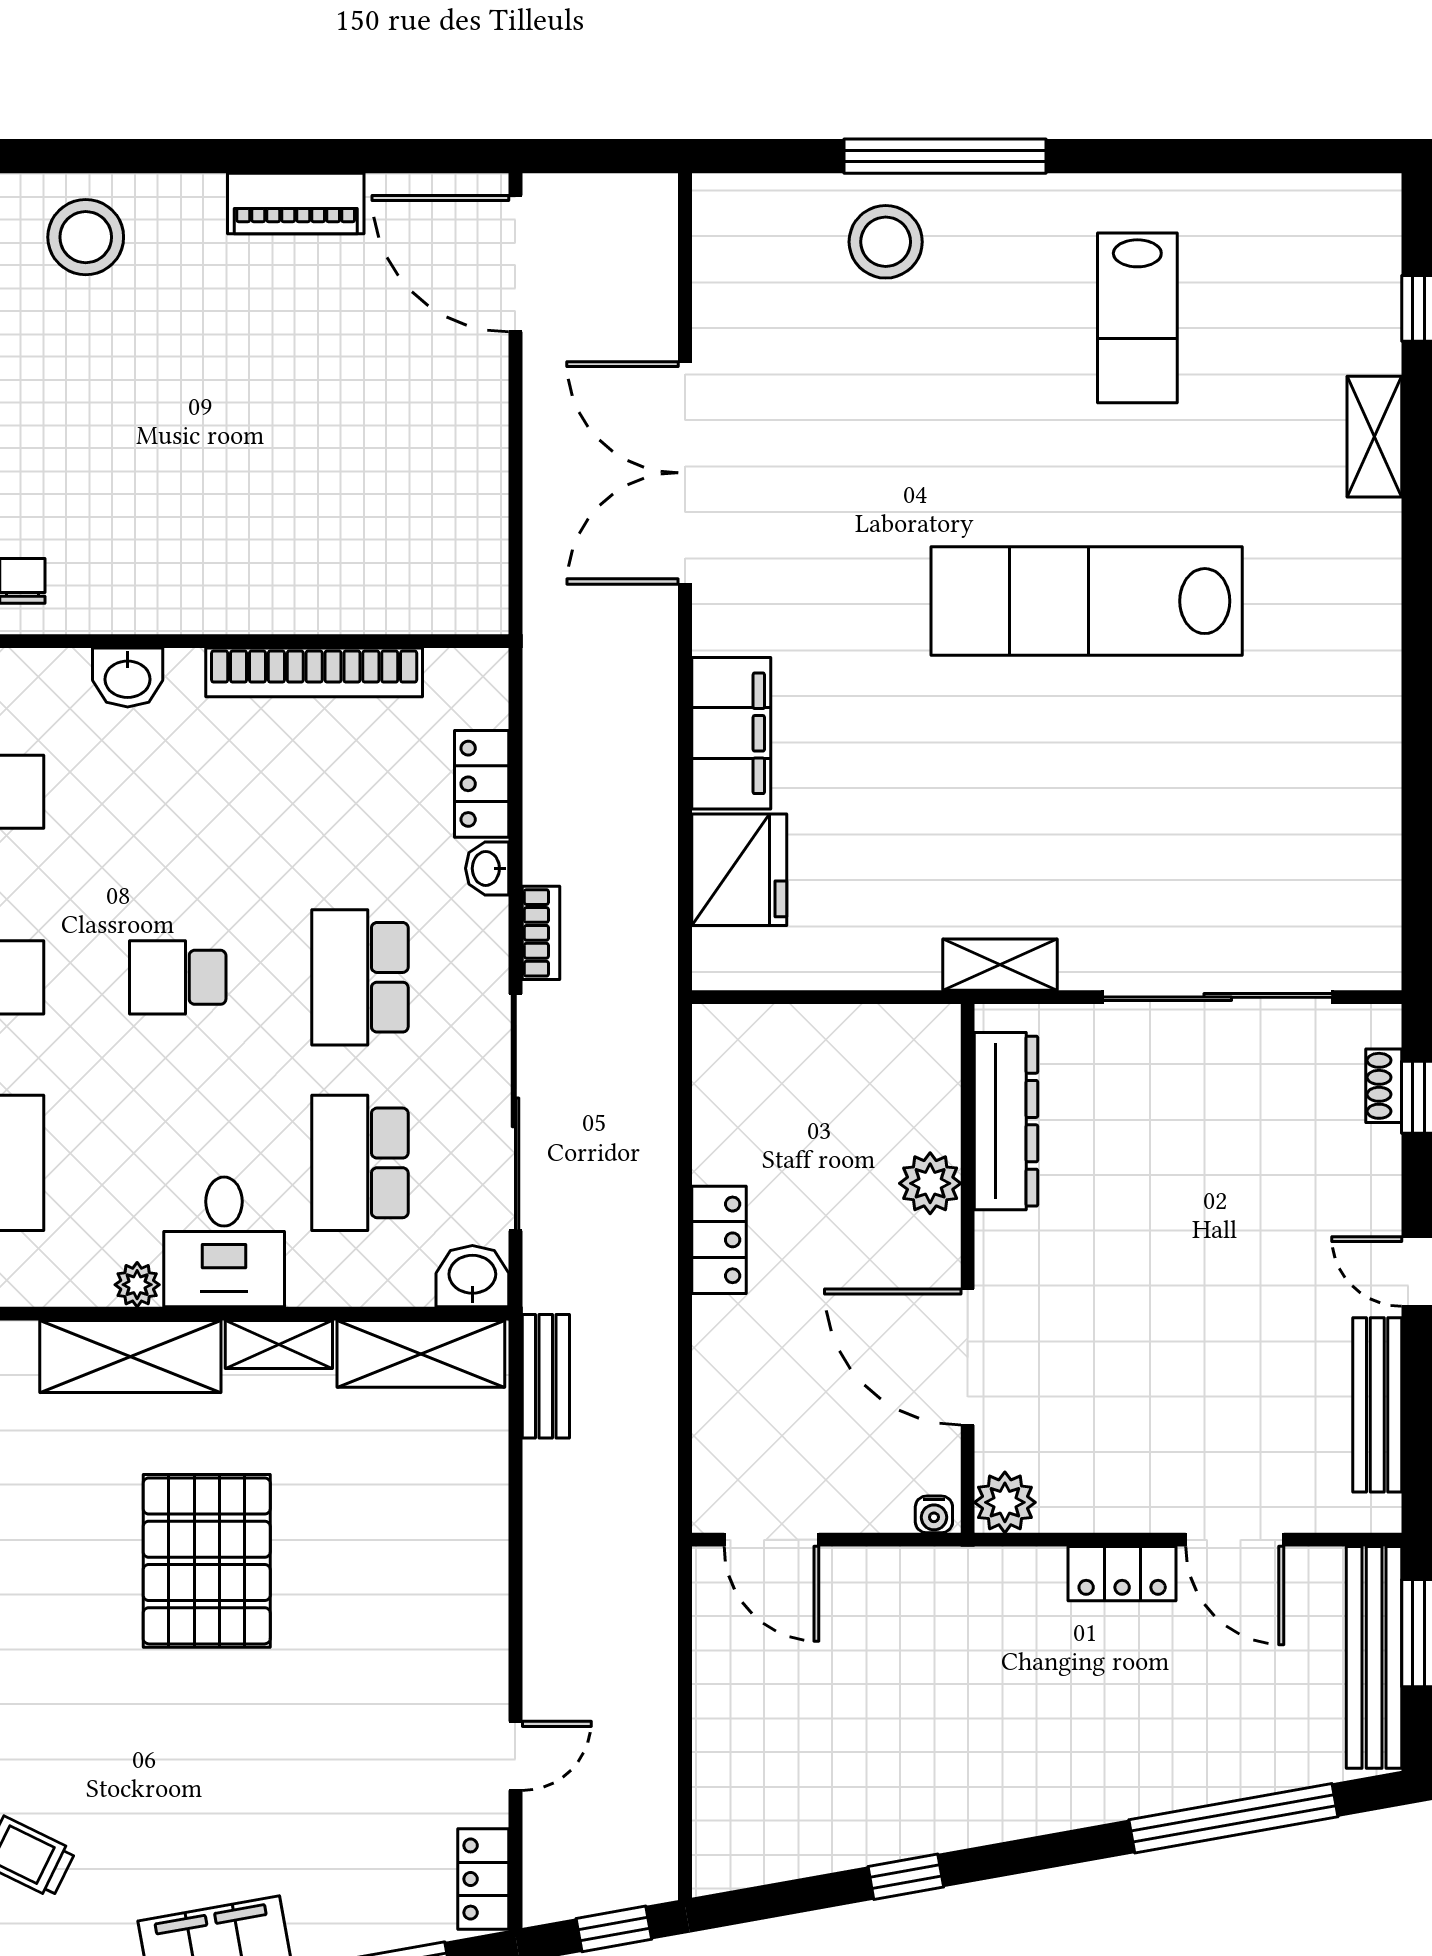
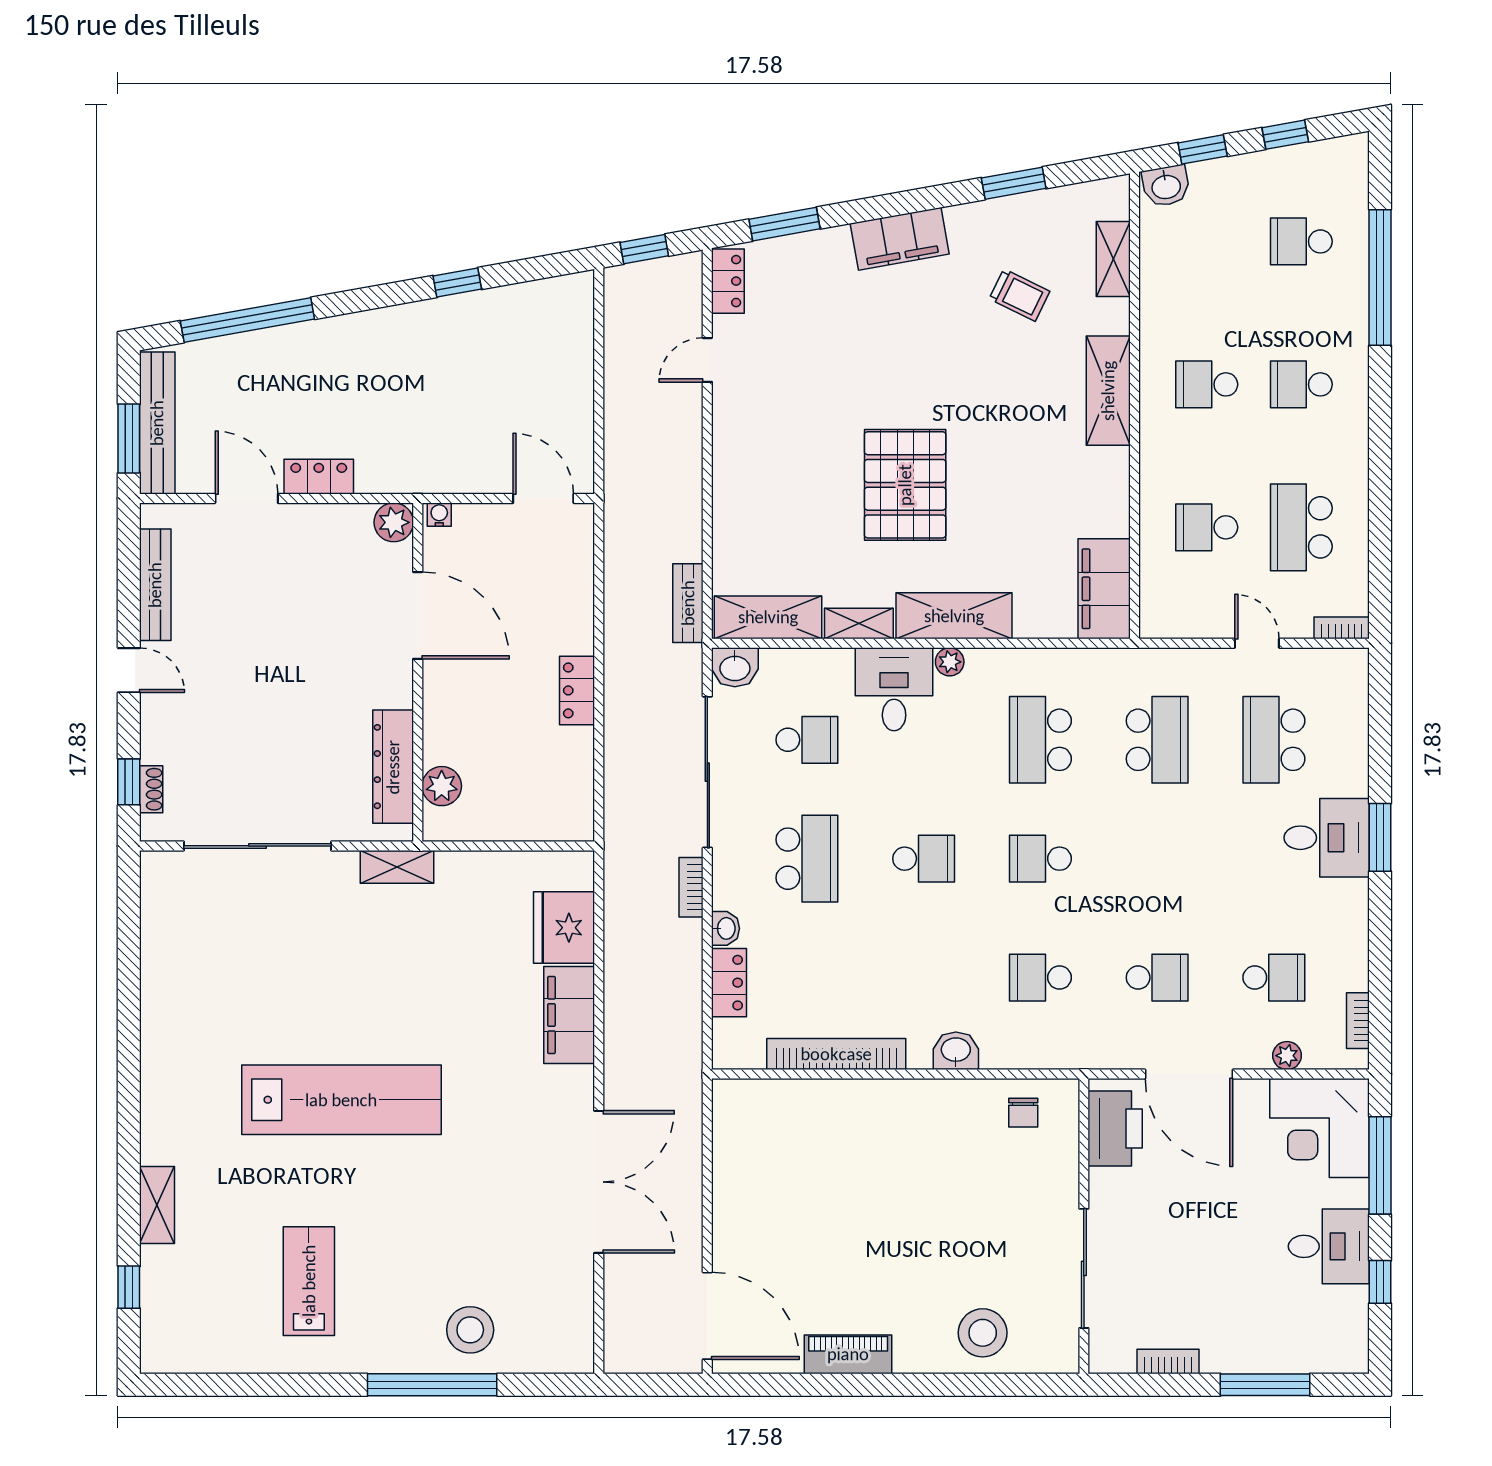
school desk: (360, 1163) -> (807, 740), width x0.54
plant: (930, 1183) -> (442, 786), moved

